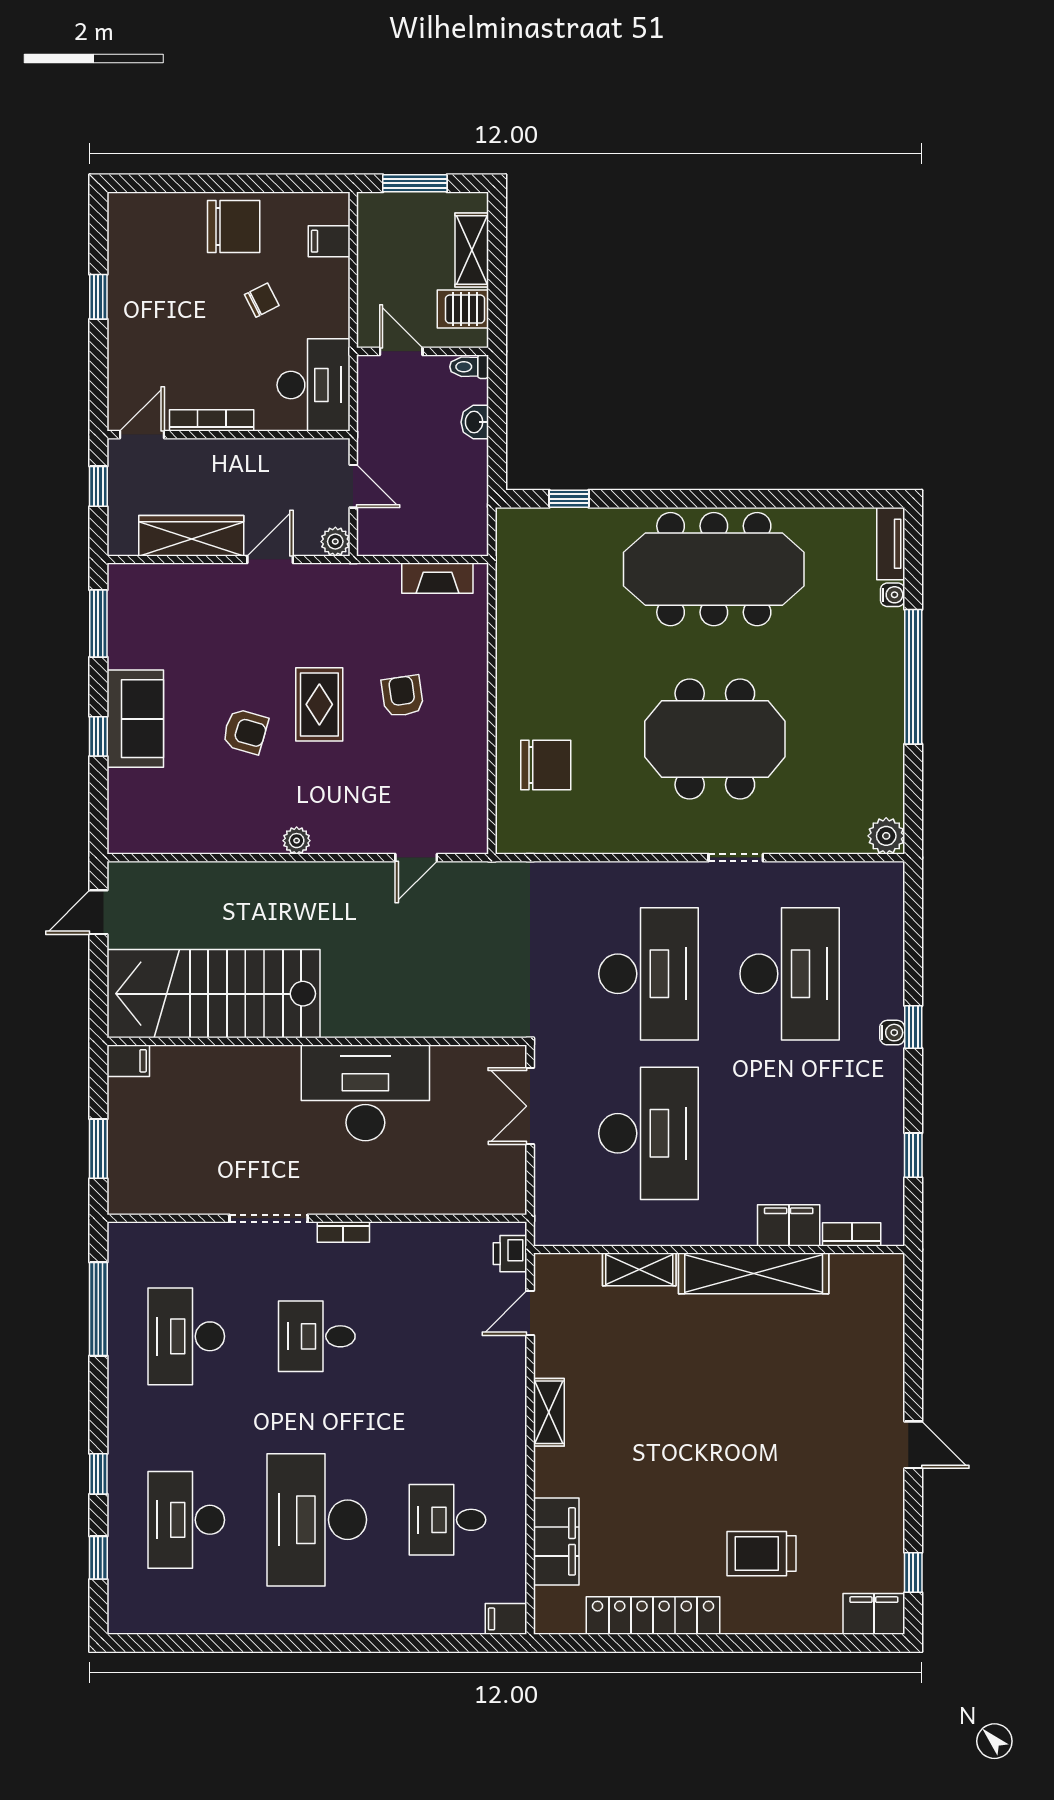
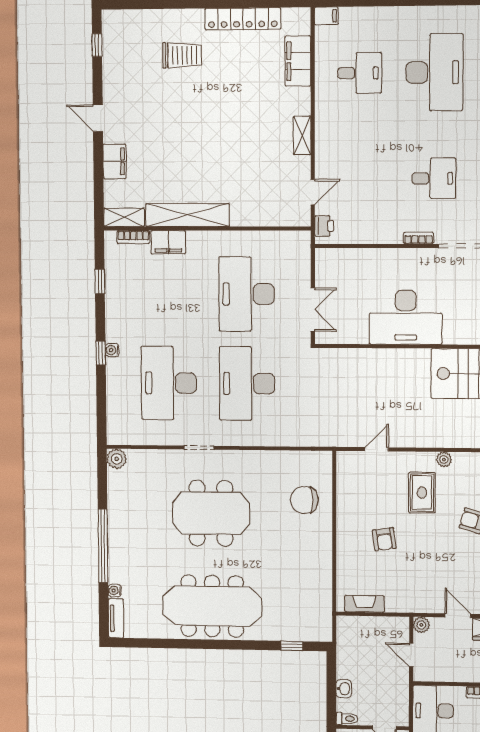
door: (270, 559) -> (458, 616), swing flipped
rug: (319, 704) -> (422, 493), moved
shelving: (639, 1269) -> (124, 217), moved
filing cabinet: (874, 1614) -> (115, 161), moved, turned -90

